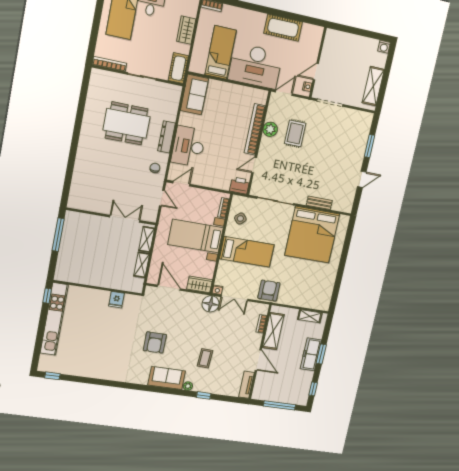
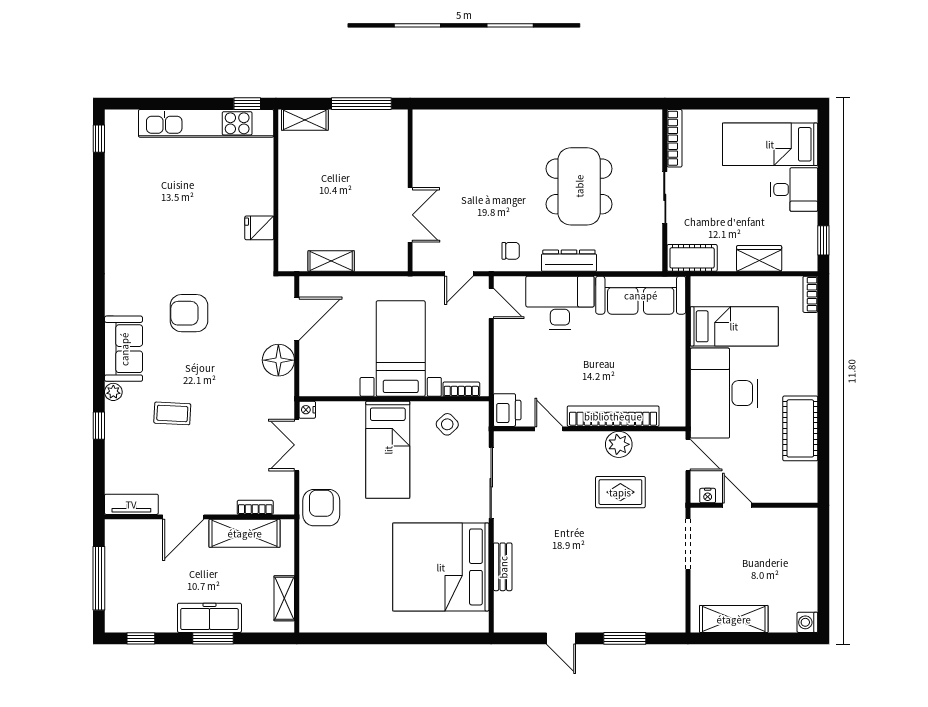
sofa: (195, 94) -> (641, 295), width x1.36
shelving: (147, 239) -> (305, 120), moved
wardrobe: (200, 284) -> (312, 374), removed
armchair: (269, 291) -> (321, 508), turned -90
floor lamp: (211, 304) -> (278, 360), moved

